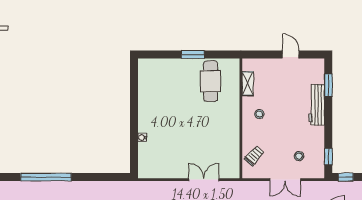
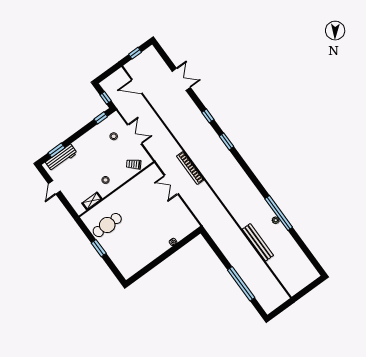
workbench: (317, 105) -> (61, 158), moved

